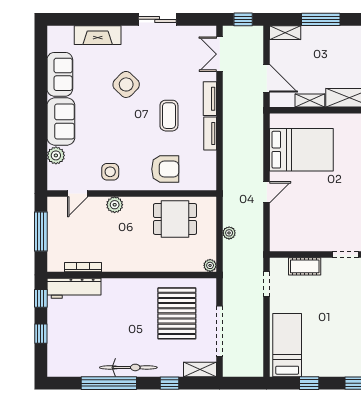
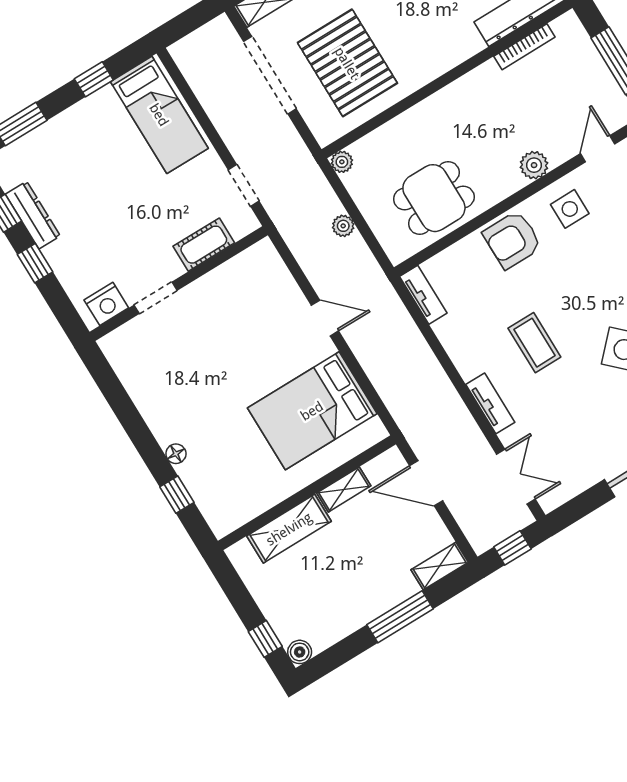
tv unit: (210, 133) -> (423, 295), moved
armchair: (165, 169) -> (512, 240), moved
door: (267, 192) -> (325, 318), swing flipped

